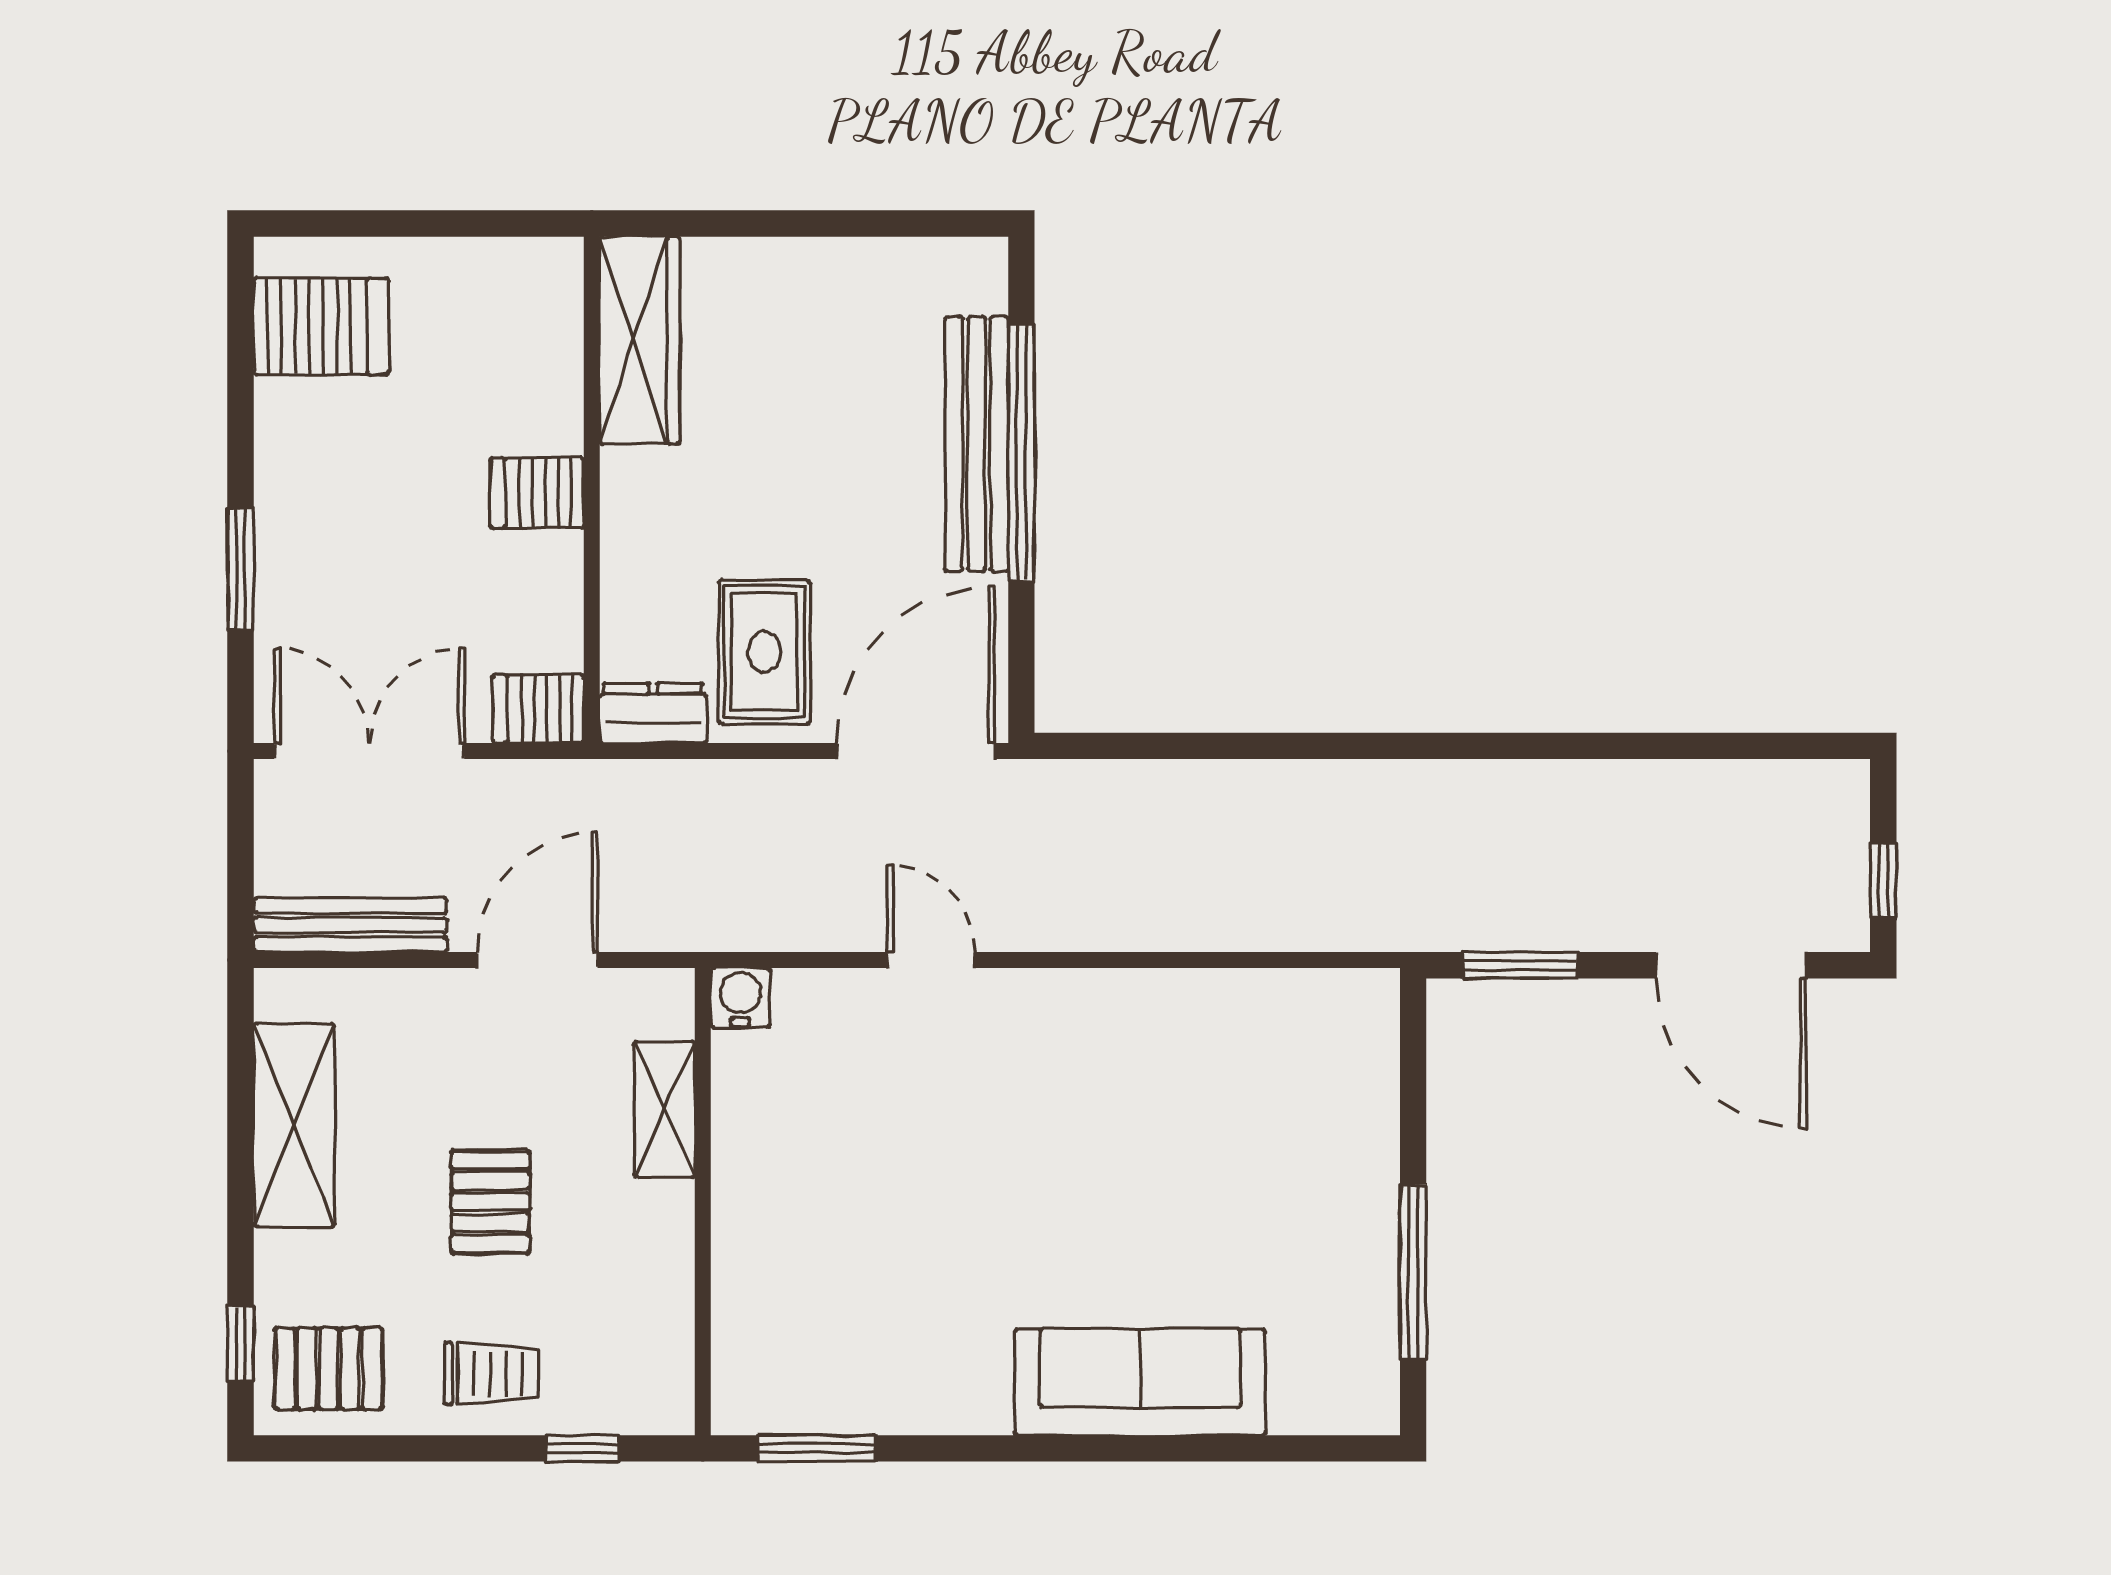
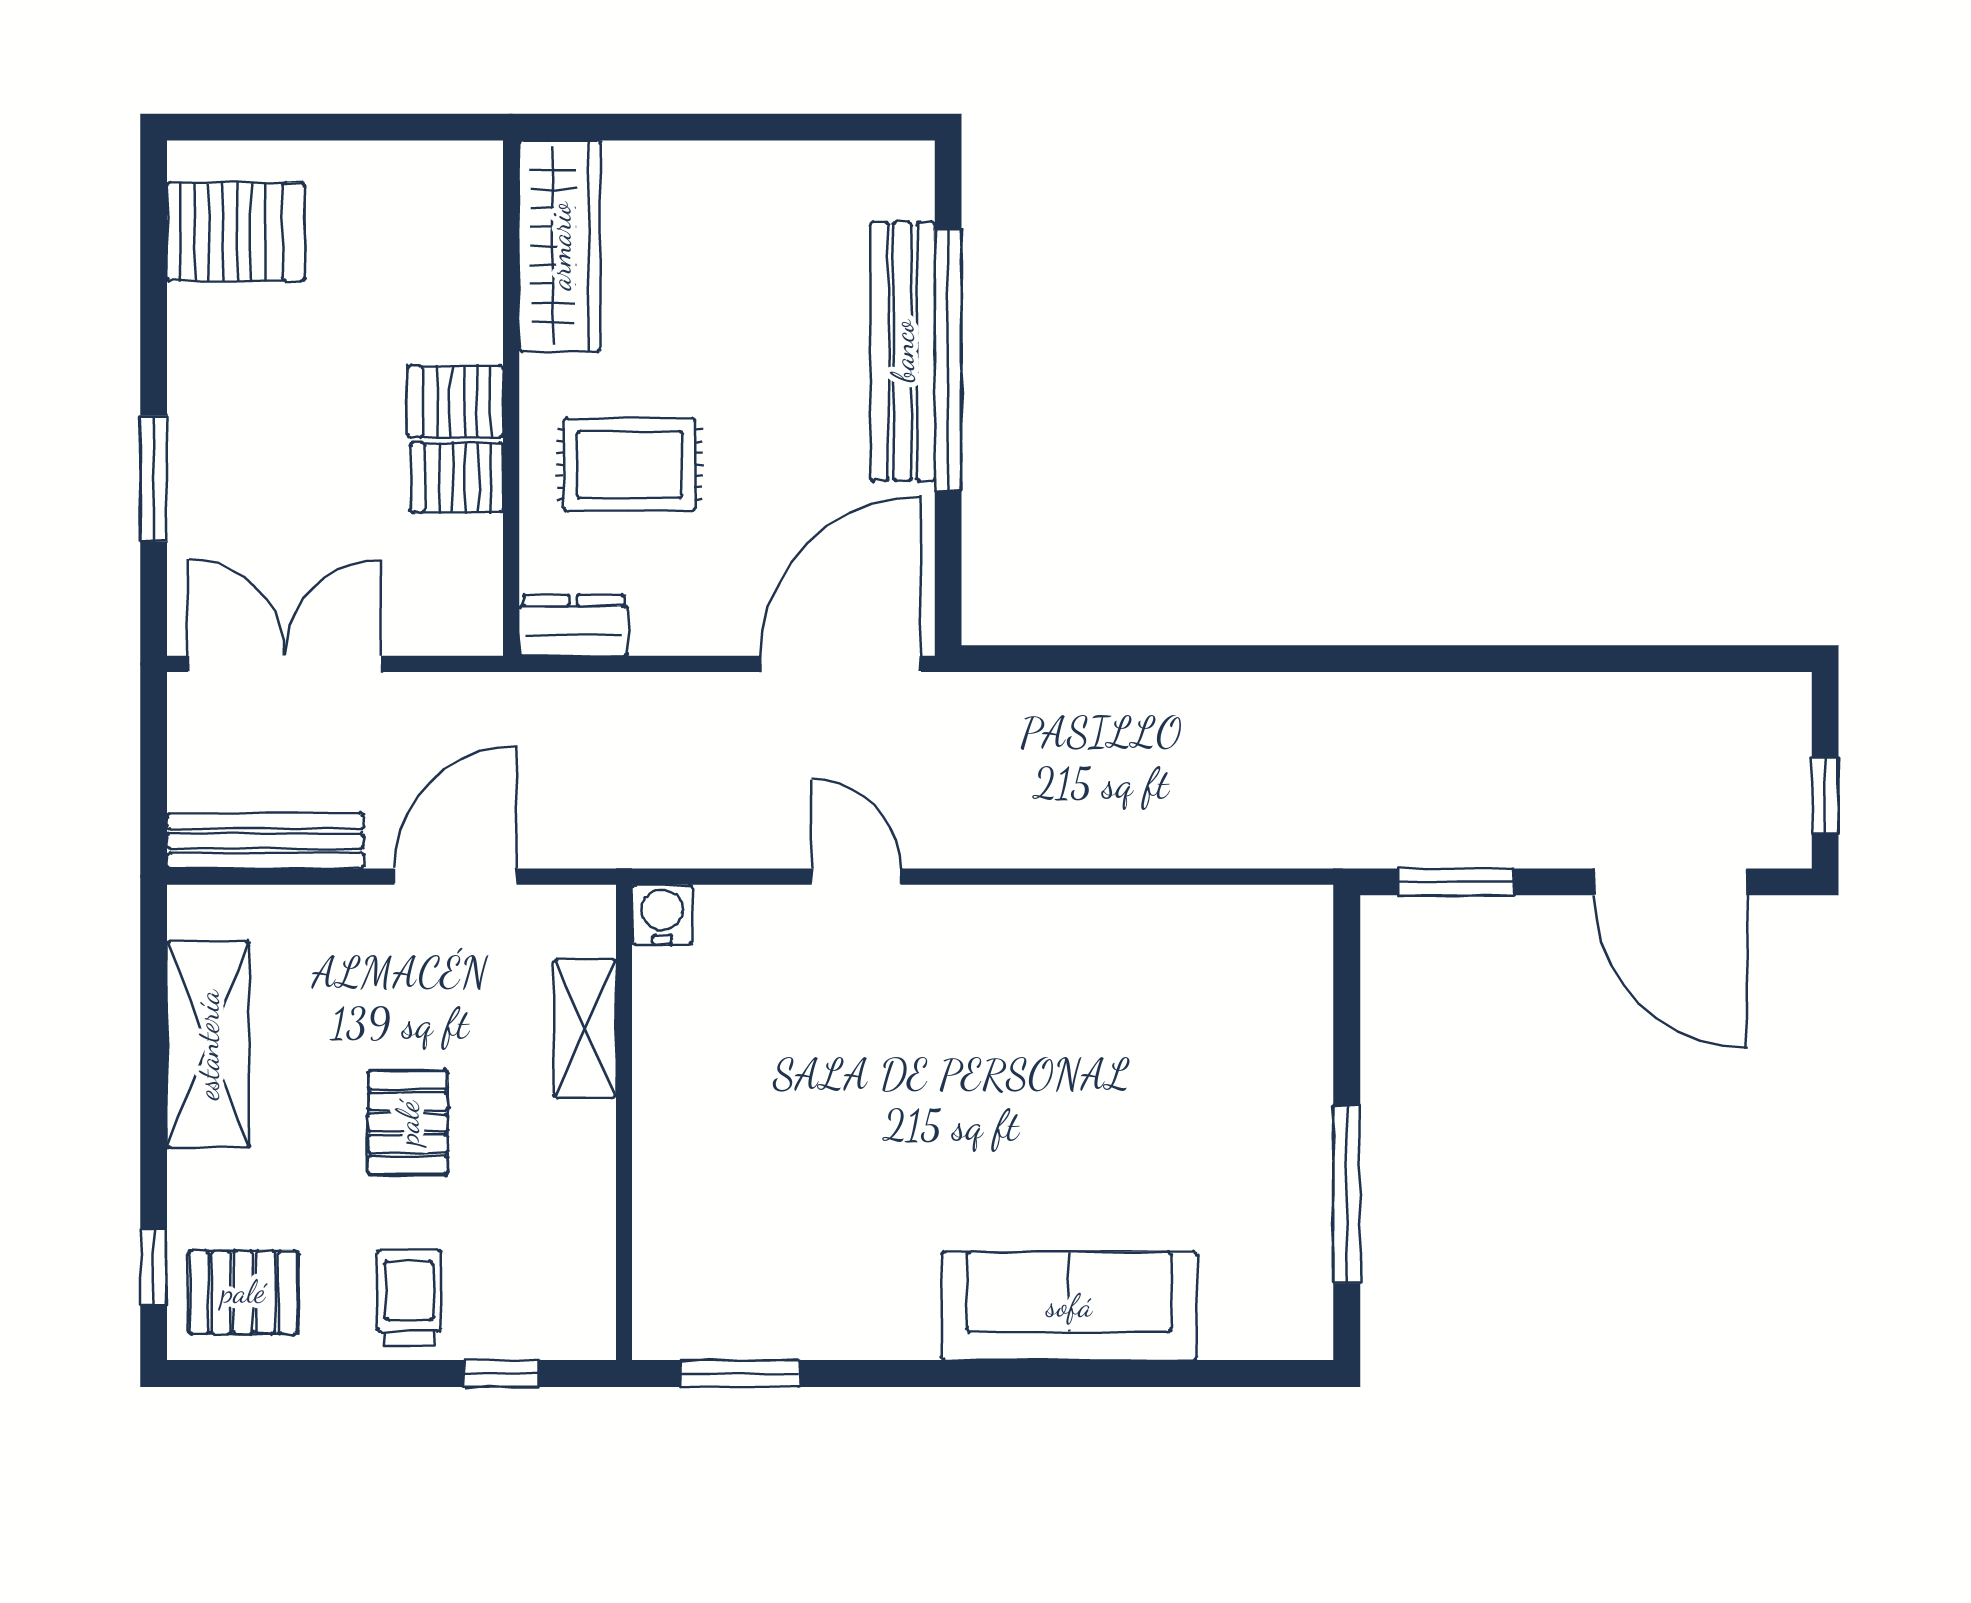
rug: (764, 652) -> (630, 465), moved, turned 90
server rack: (538, 709) -> (457, 478), moved
trolley: (492, 1374) -> (409, 1297), turned -90

